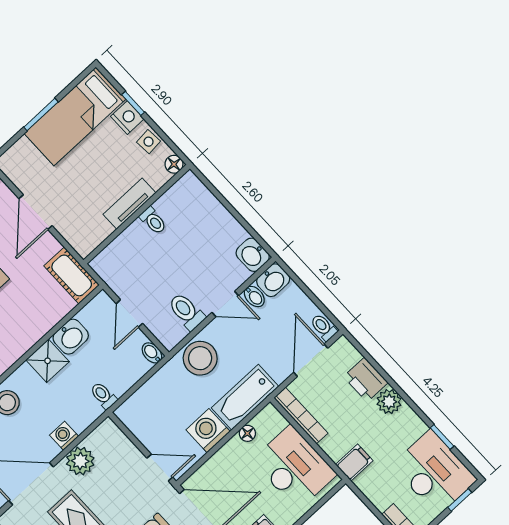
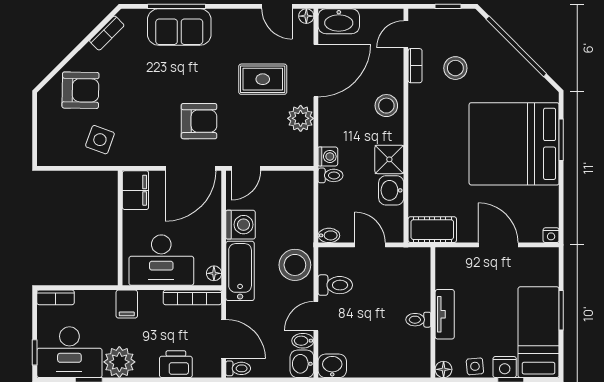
plant: (389, 402) -> (119, 362), moved, width x1.36, depth x1.36
floor lamp: (247, 433) -> (214, 273), moved
washing machine: (64, 436) -> (328, 156), moved

